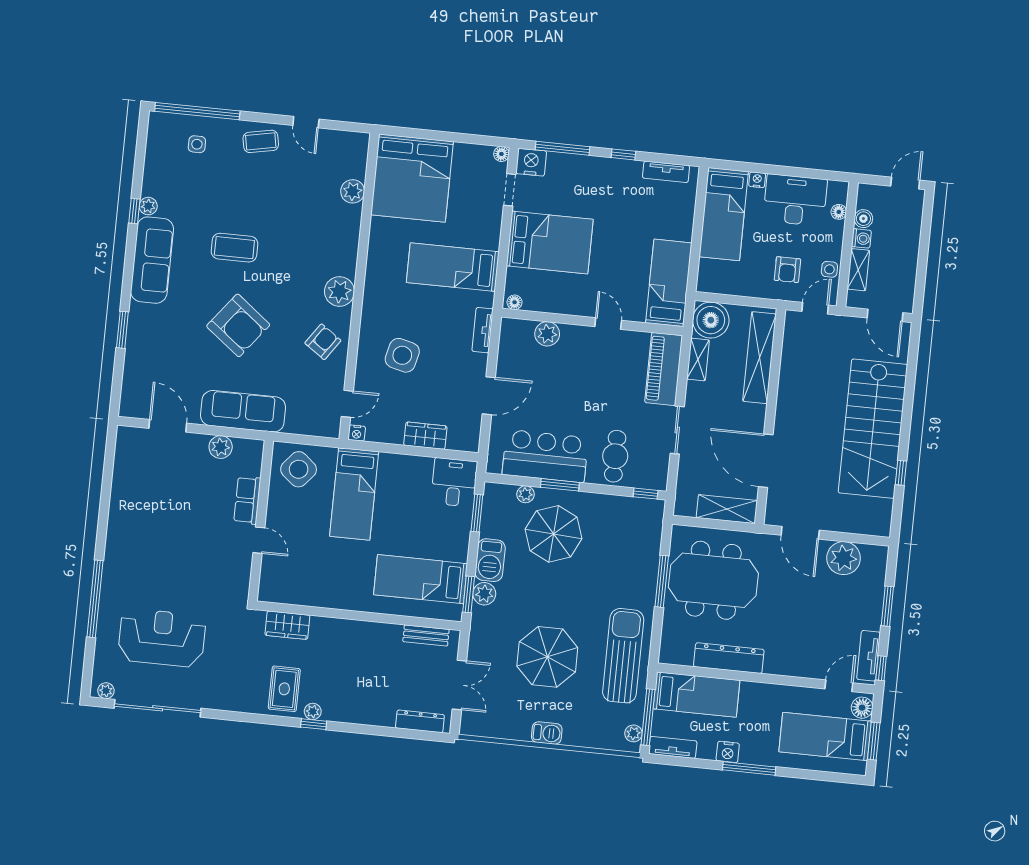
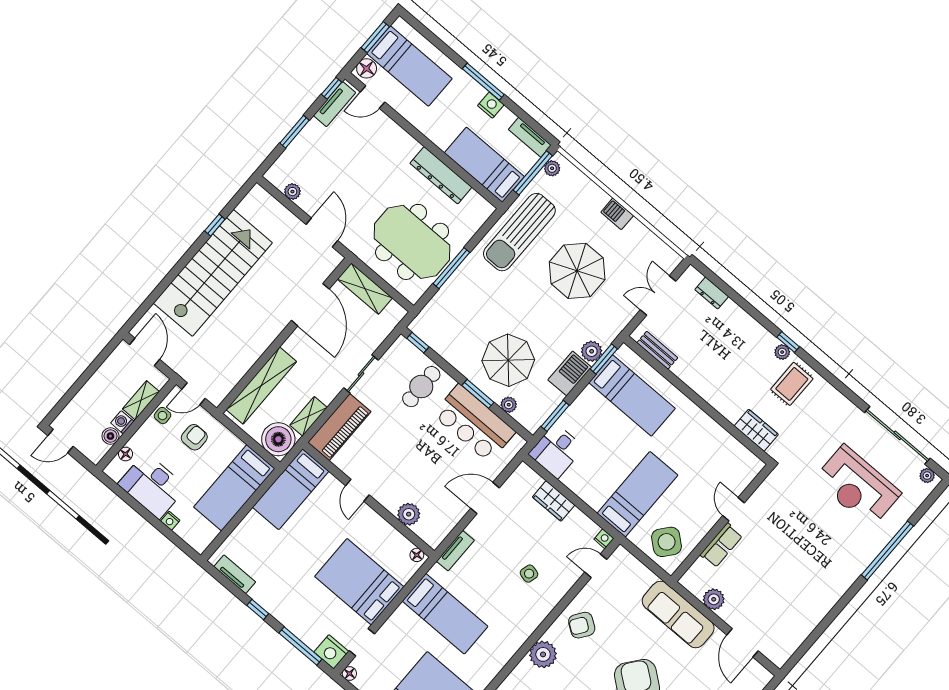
bed: (724, 214) -> (234, 488), moved, turned 180
side table: (402, 355) -> (529, 574), width x0.54, depth x0.54
plant: (844, 558) -> (292, 192), width x0.53, depth x0.53
dresser: (420, 721) -> (712, 293), width x0.70

